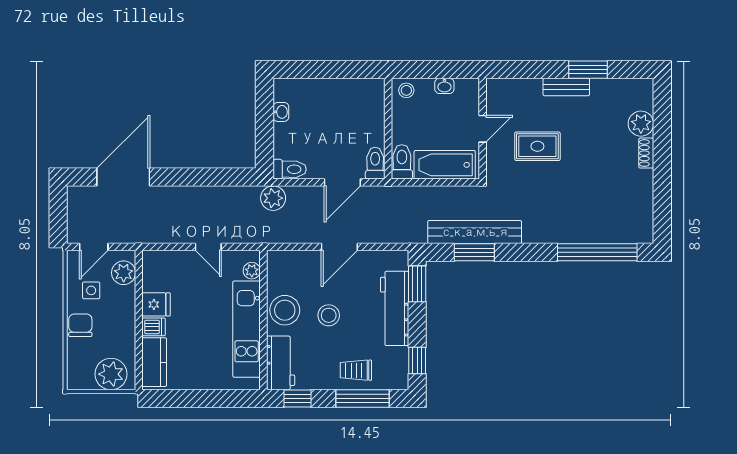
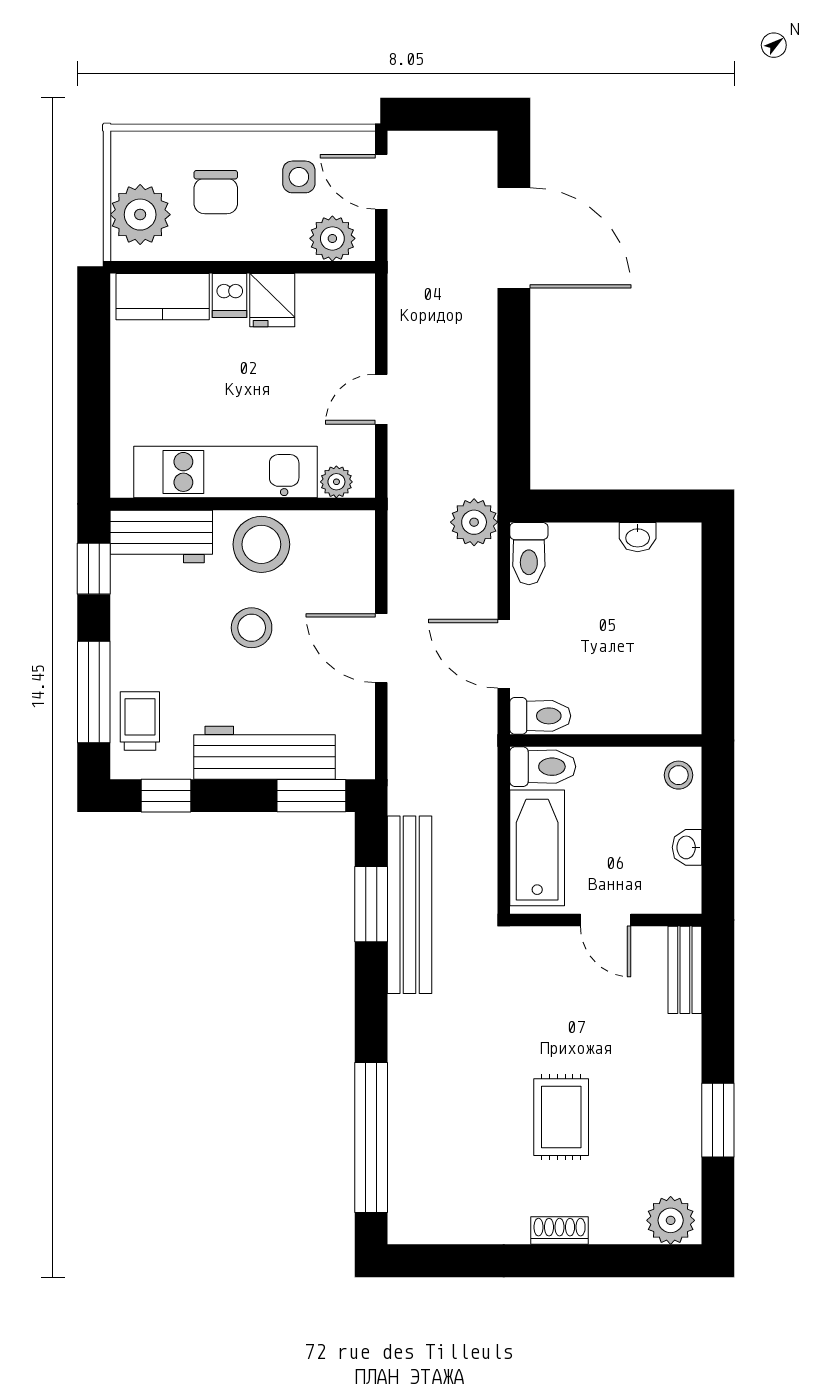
bench: (566, 87) -> (685, 970), moved
plant: (641, 124) -> (671, 1220), moved
rug: (537, 146) -> (561, 1117), moved
chair: (80, 325) -> (216, 192), moved, turned 90
trolley: (356, 370) -> (140, 721), moved

